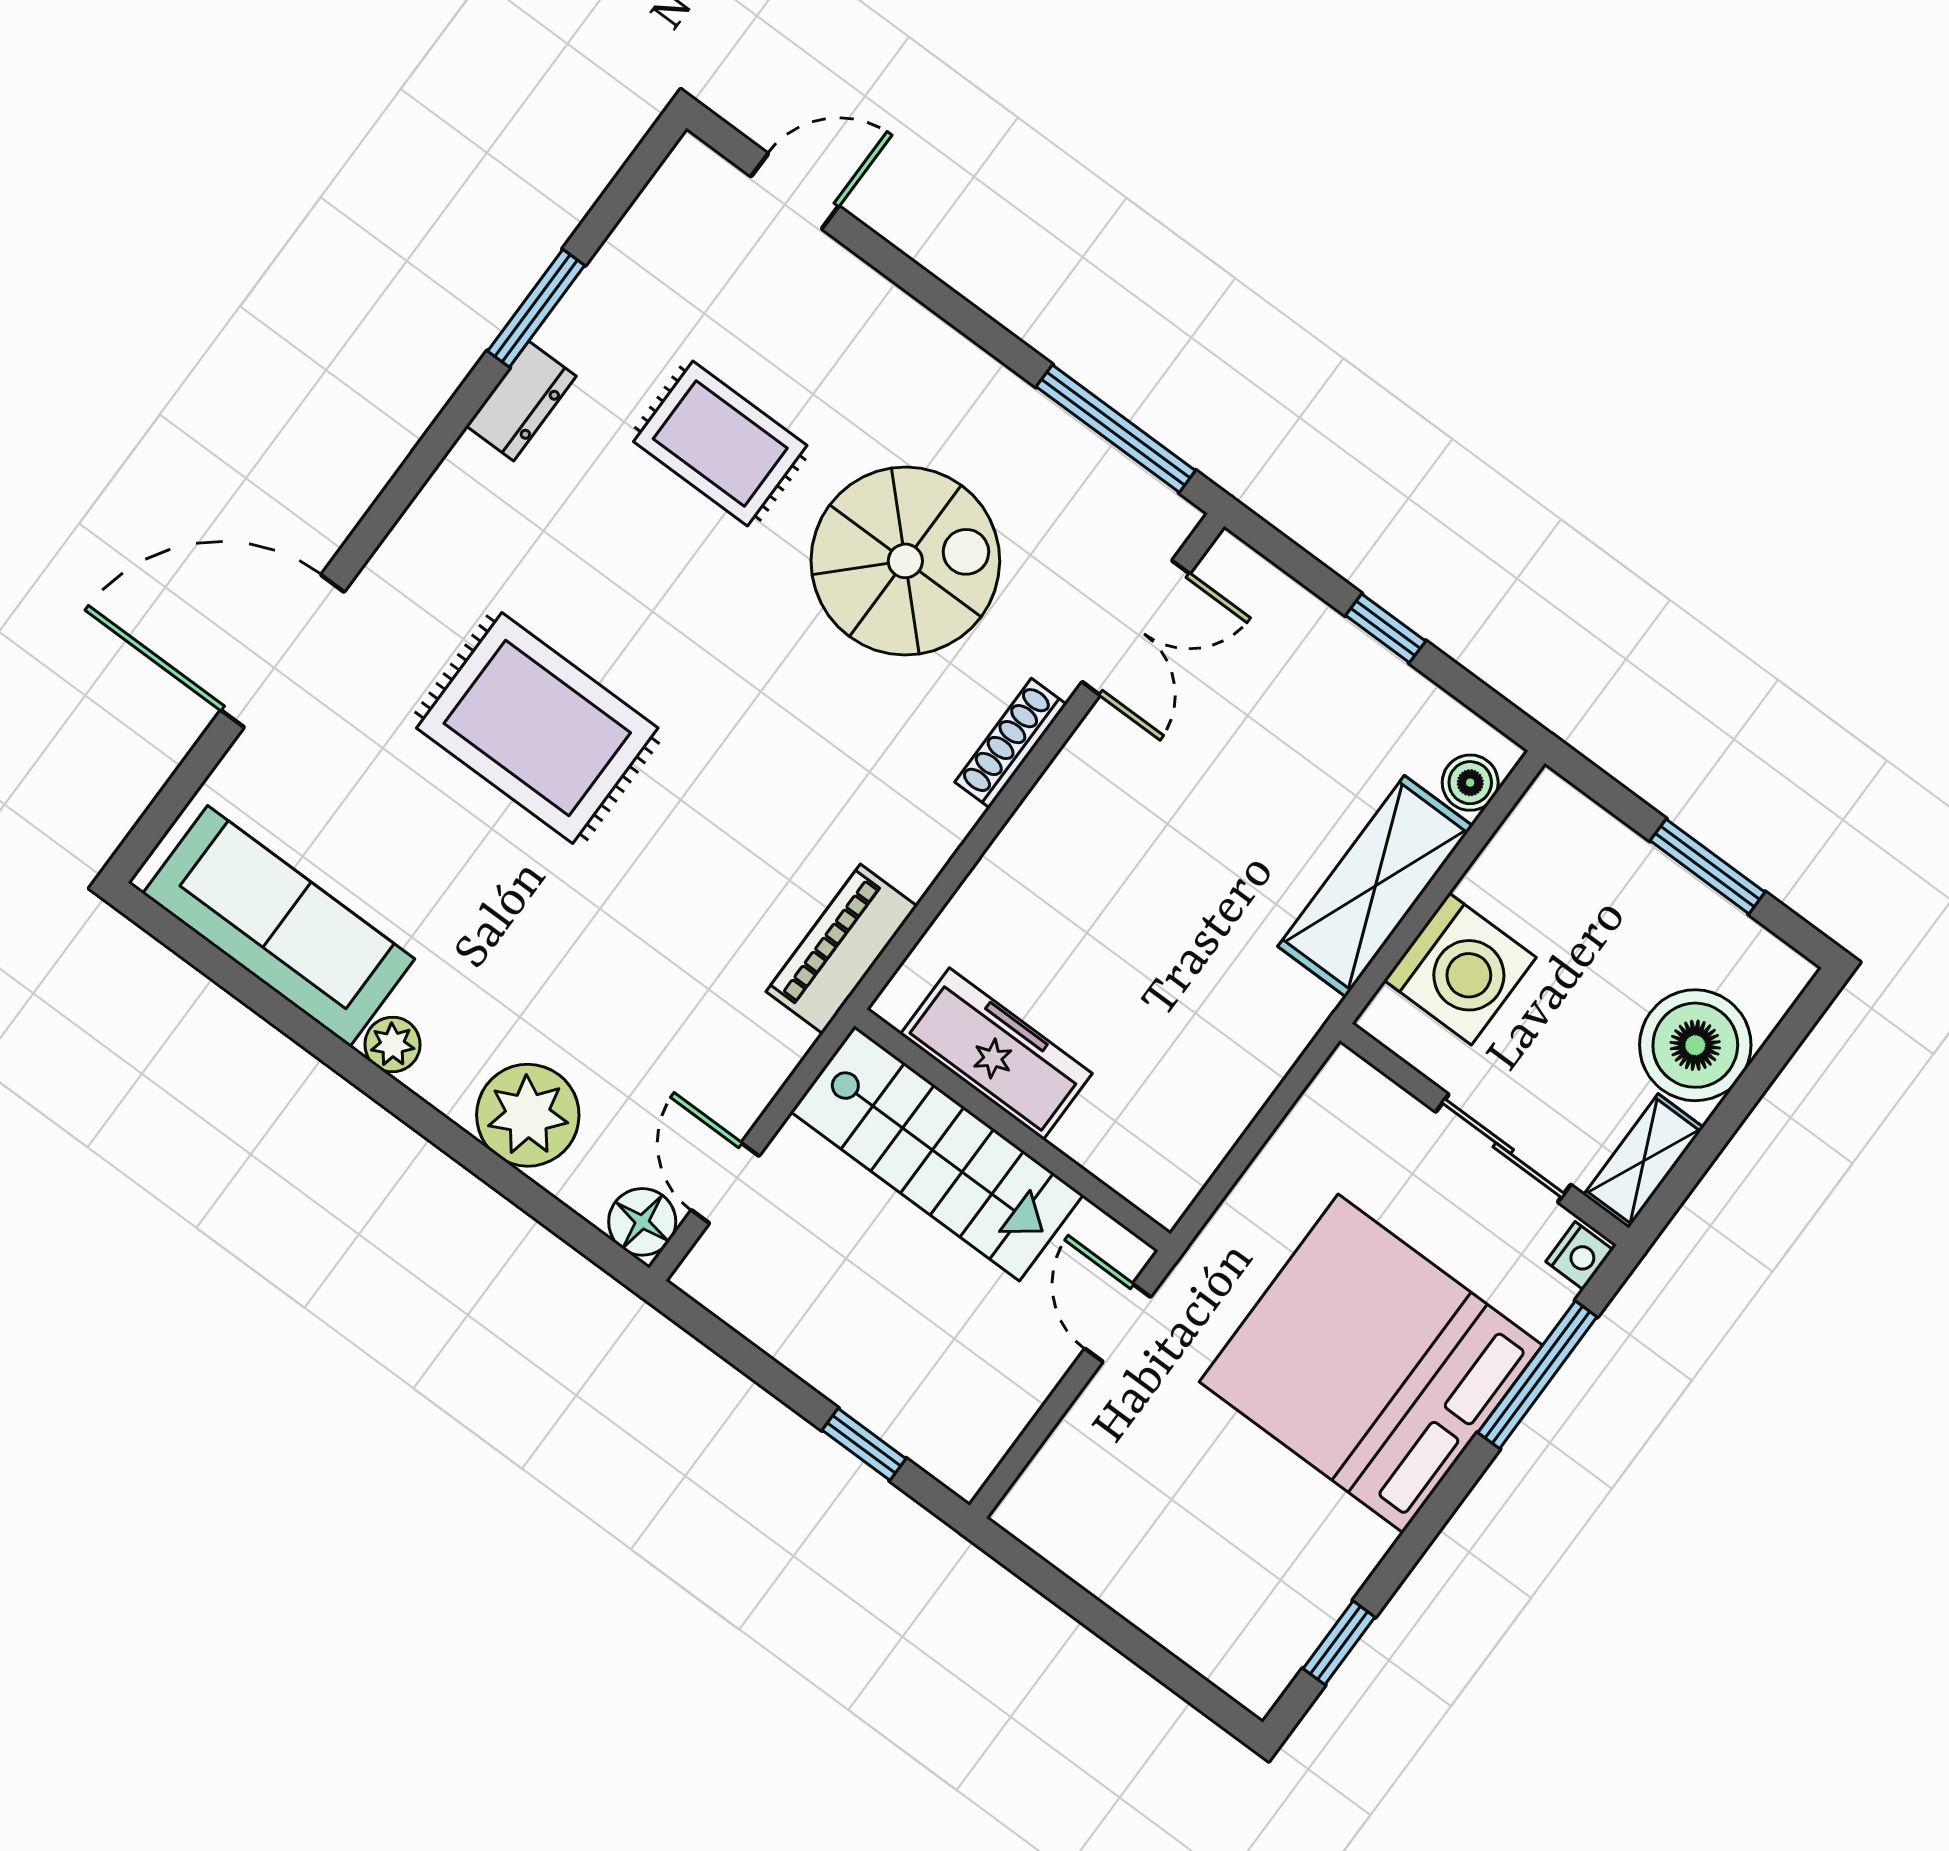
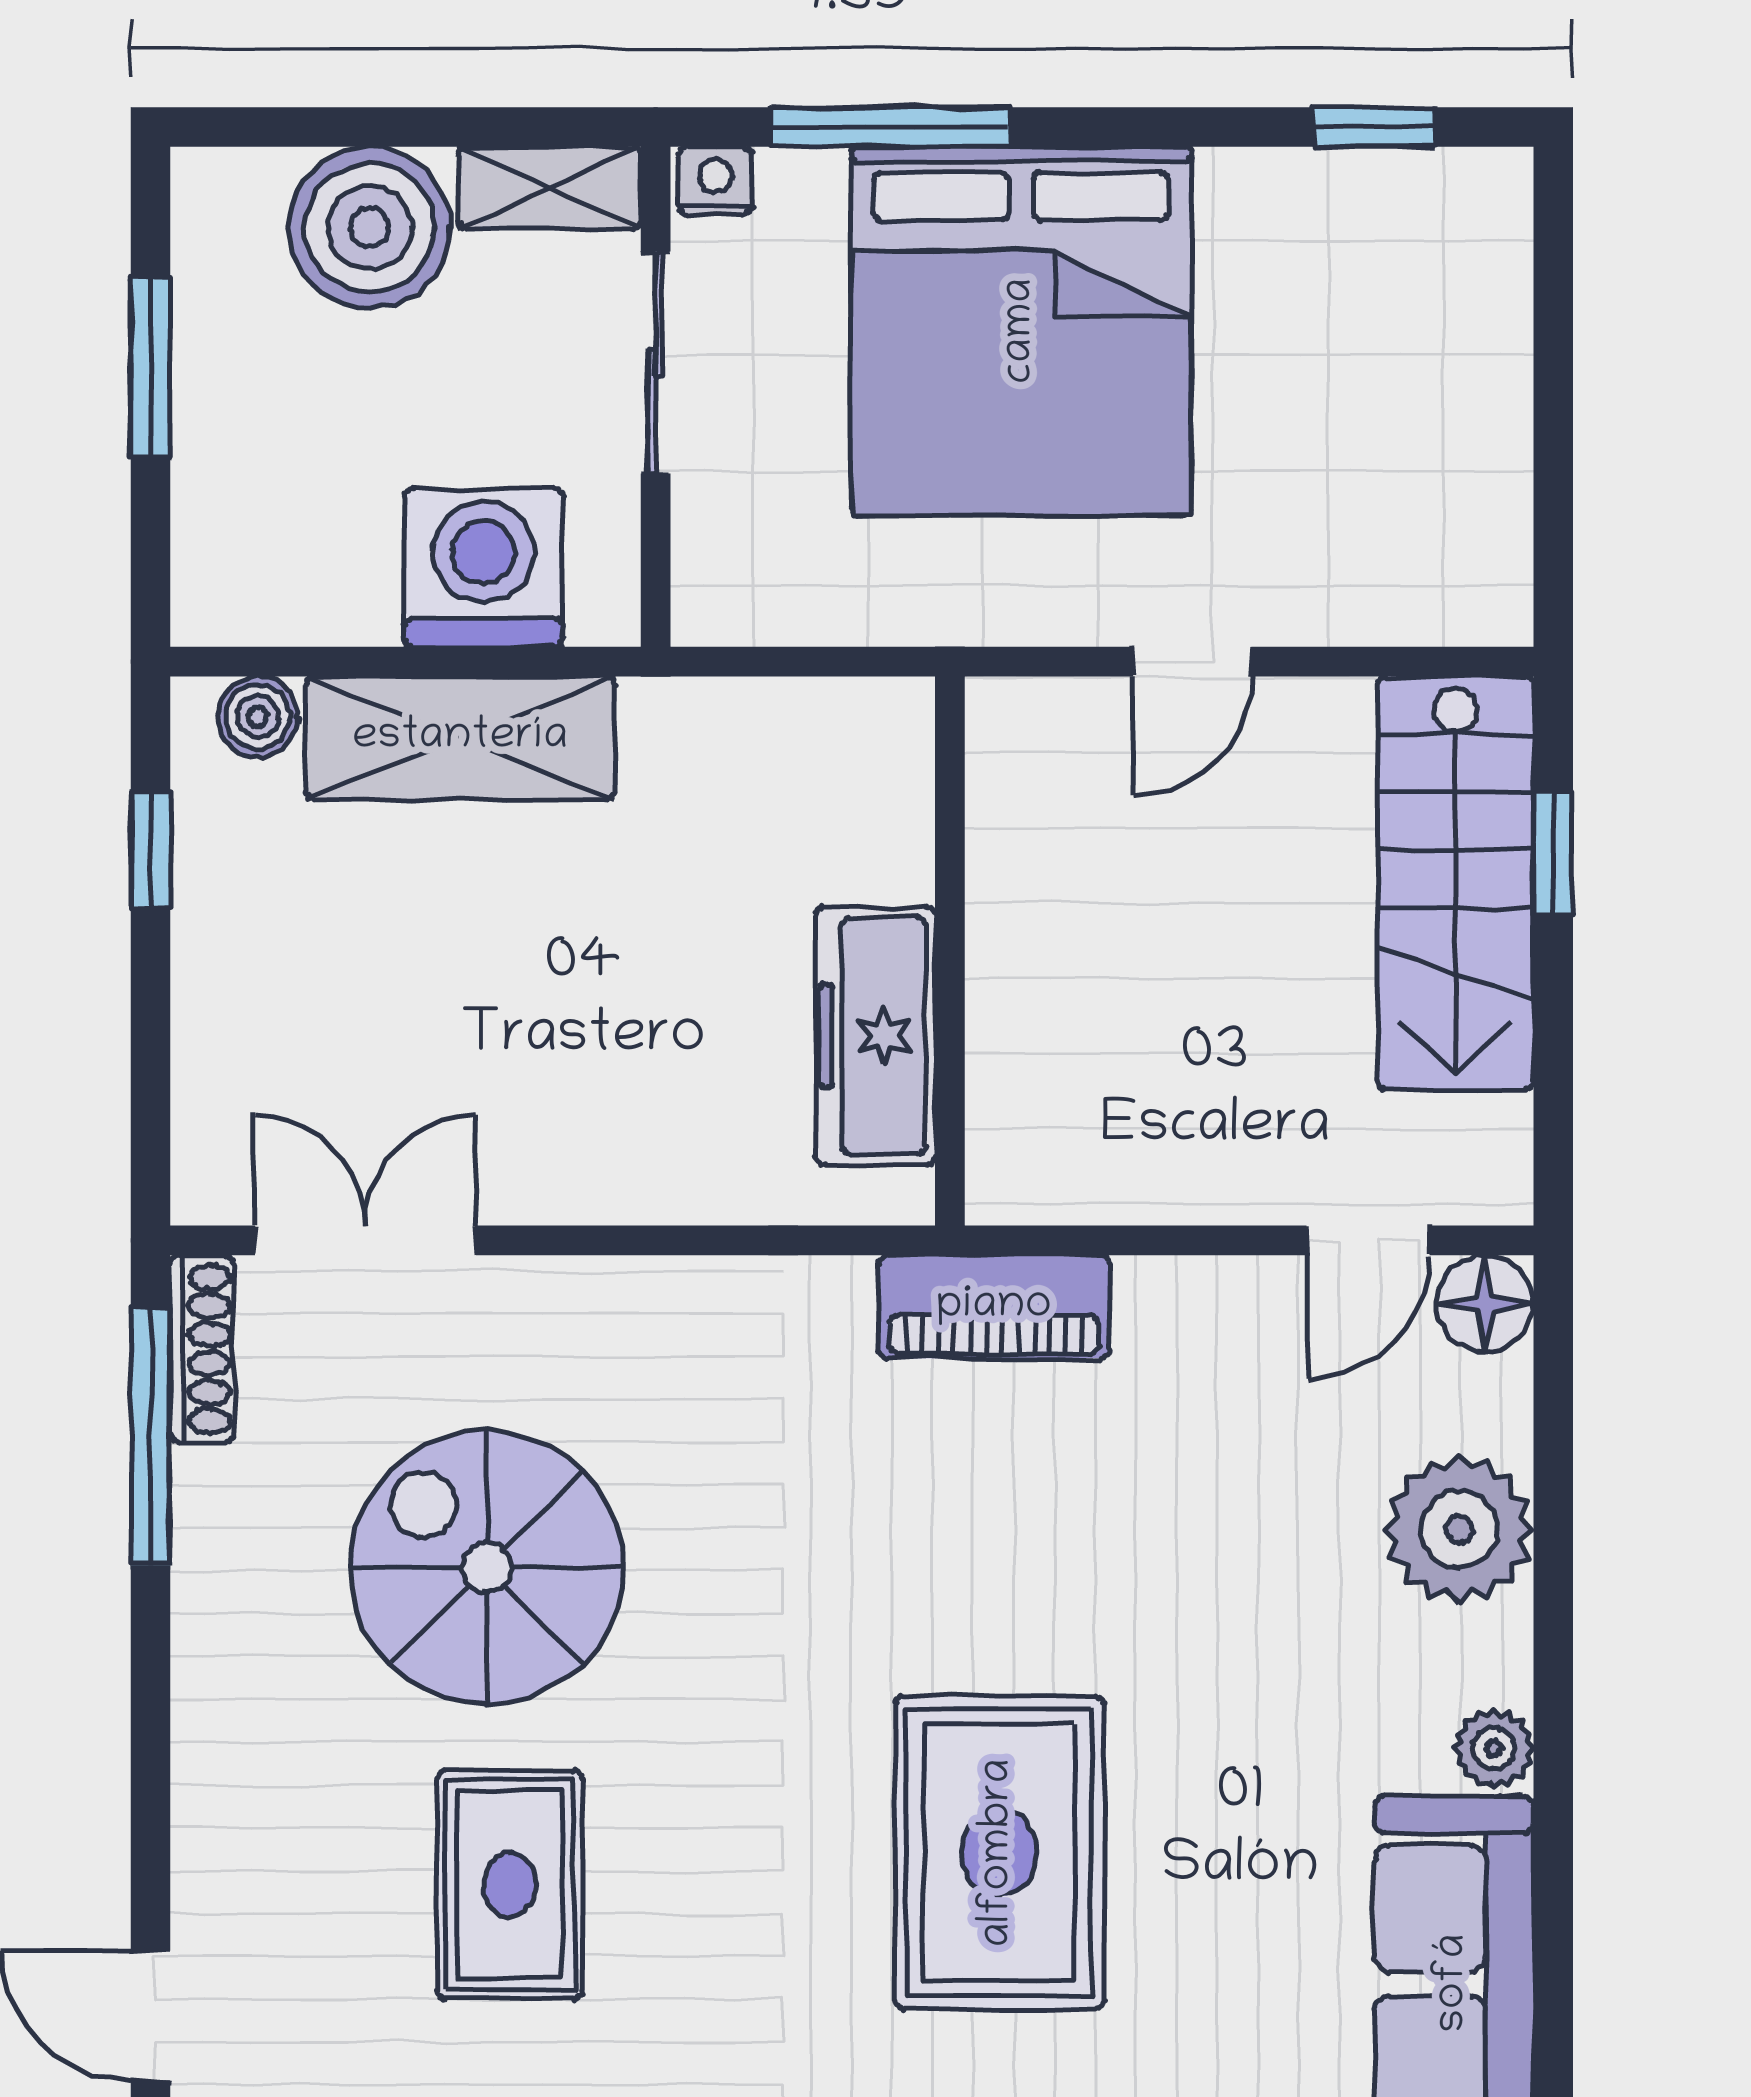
window: (1386, 628) -> (150, 849), moved
shoe rack: (1011, 743) -> (202, 1349), moved, turned -90
freezer: (996, 1054) -> (875, 1036), moved
wall: (1013, 1130) -> (950, 951), moved
stairs: (937, 1153) -> (1456, 883), moved, turned 180

